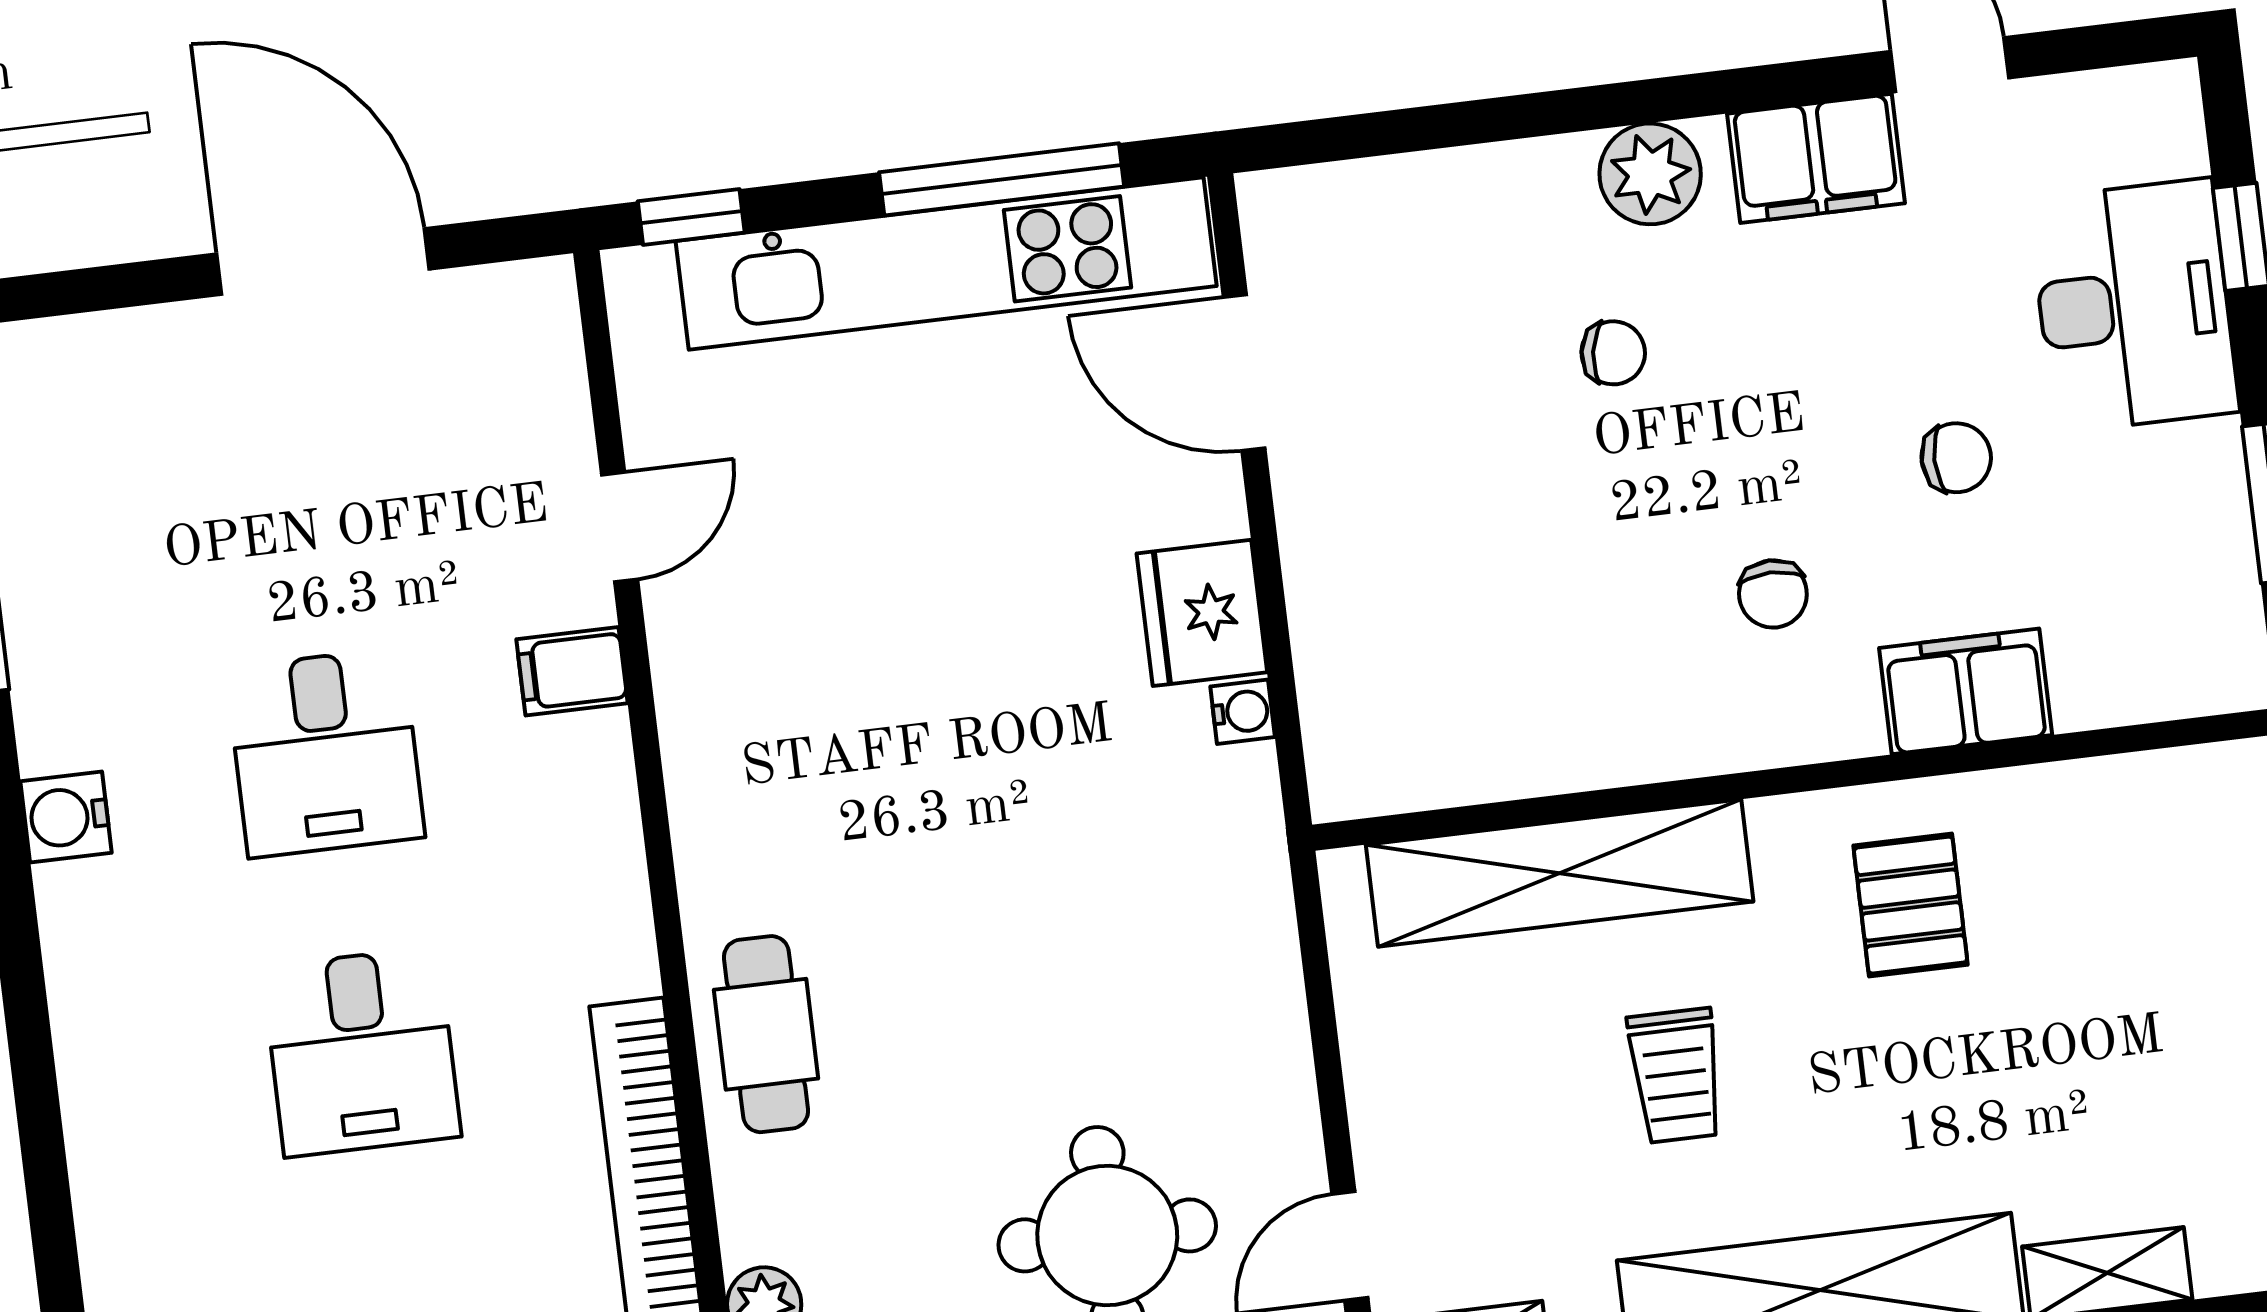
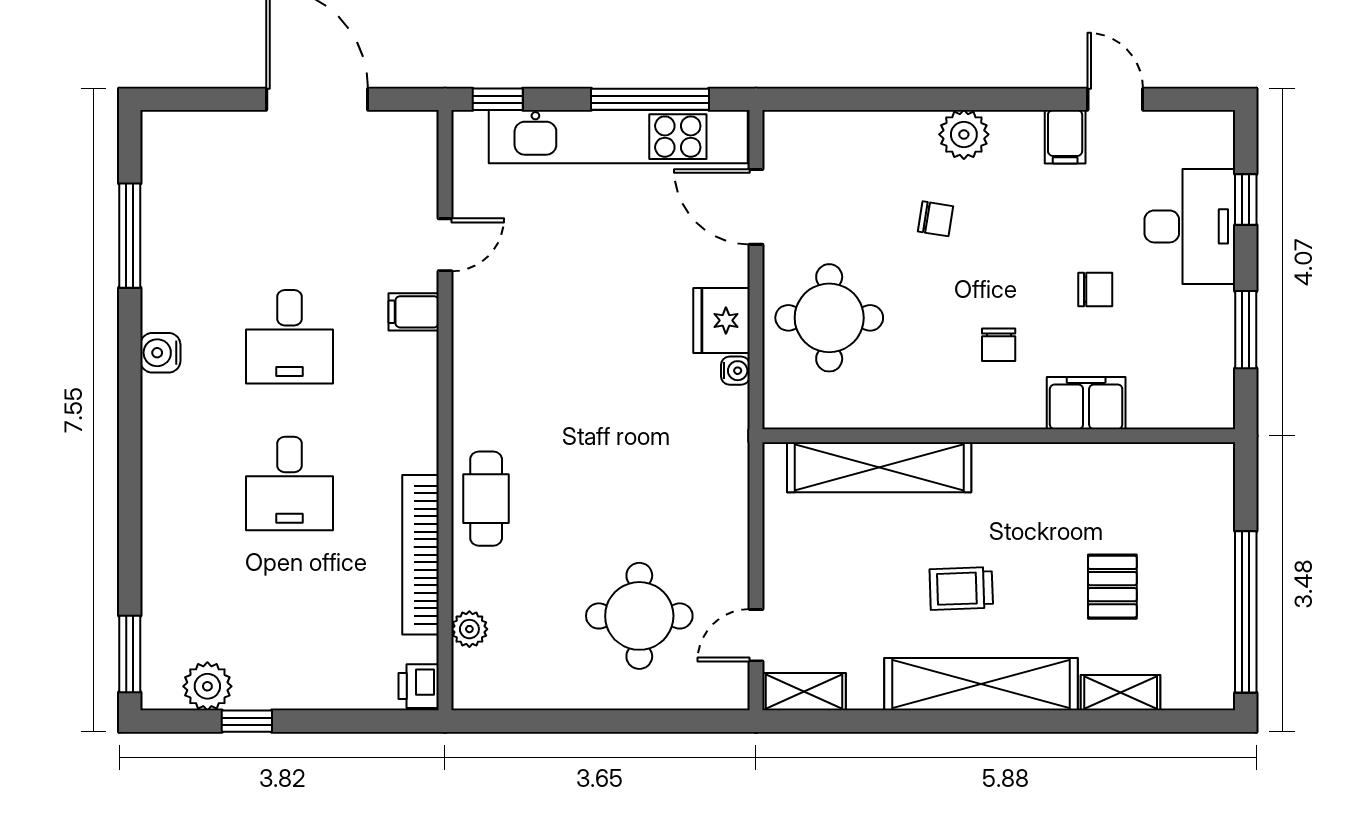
filing cabinet: (1816, 158) -> (1065, 137), width x0.50
round table: (1421, 581) -> (829, 318), added
pallet: (1910, 905) -> (1112, 587), moved
trolley: (1676, 1076) -> (961, 589), moved, turned 88

